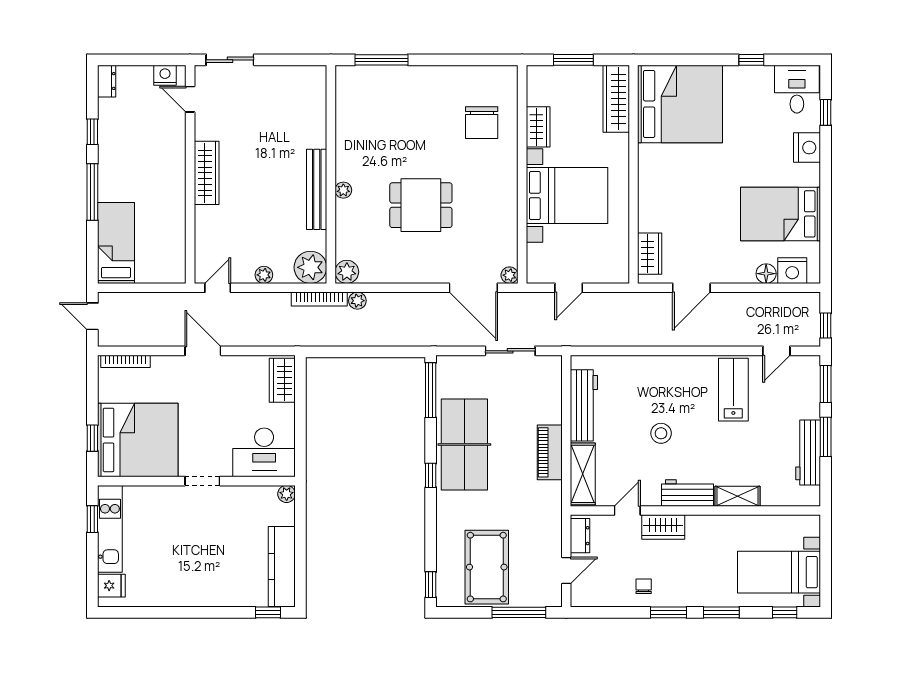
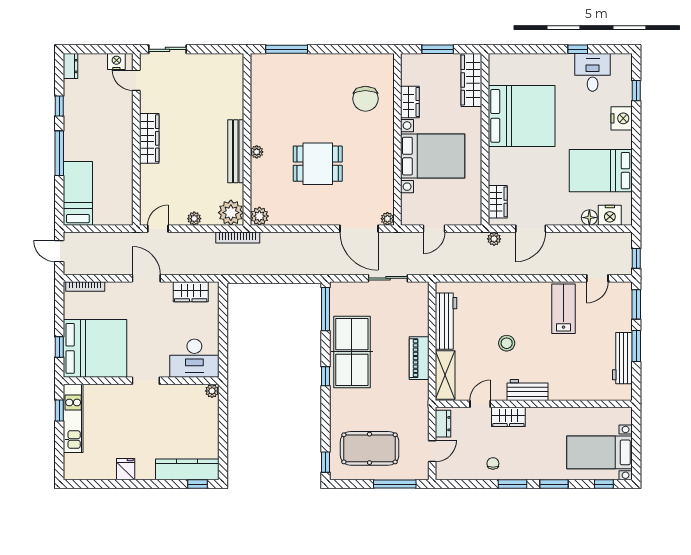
desk: (797, 89) -> (593, 72), moved
bed: (680, 104) -> (522, 116), moved
plant: (357, 301) -> (494, 239), moved
wardrobe: (282, 380) -> (191, 292), moved, turned -90
shelving: (737, 496) -> (567, 393), removed
kitchen counter: (282, 567) -> (187, 469), moved, turned 90
pool table: (487, 567) -> (370, 448), turned 90
fridge: (111, 586) -> (126, 469), moved, turned -90

